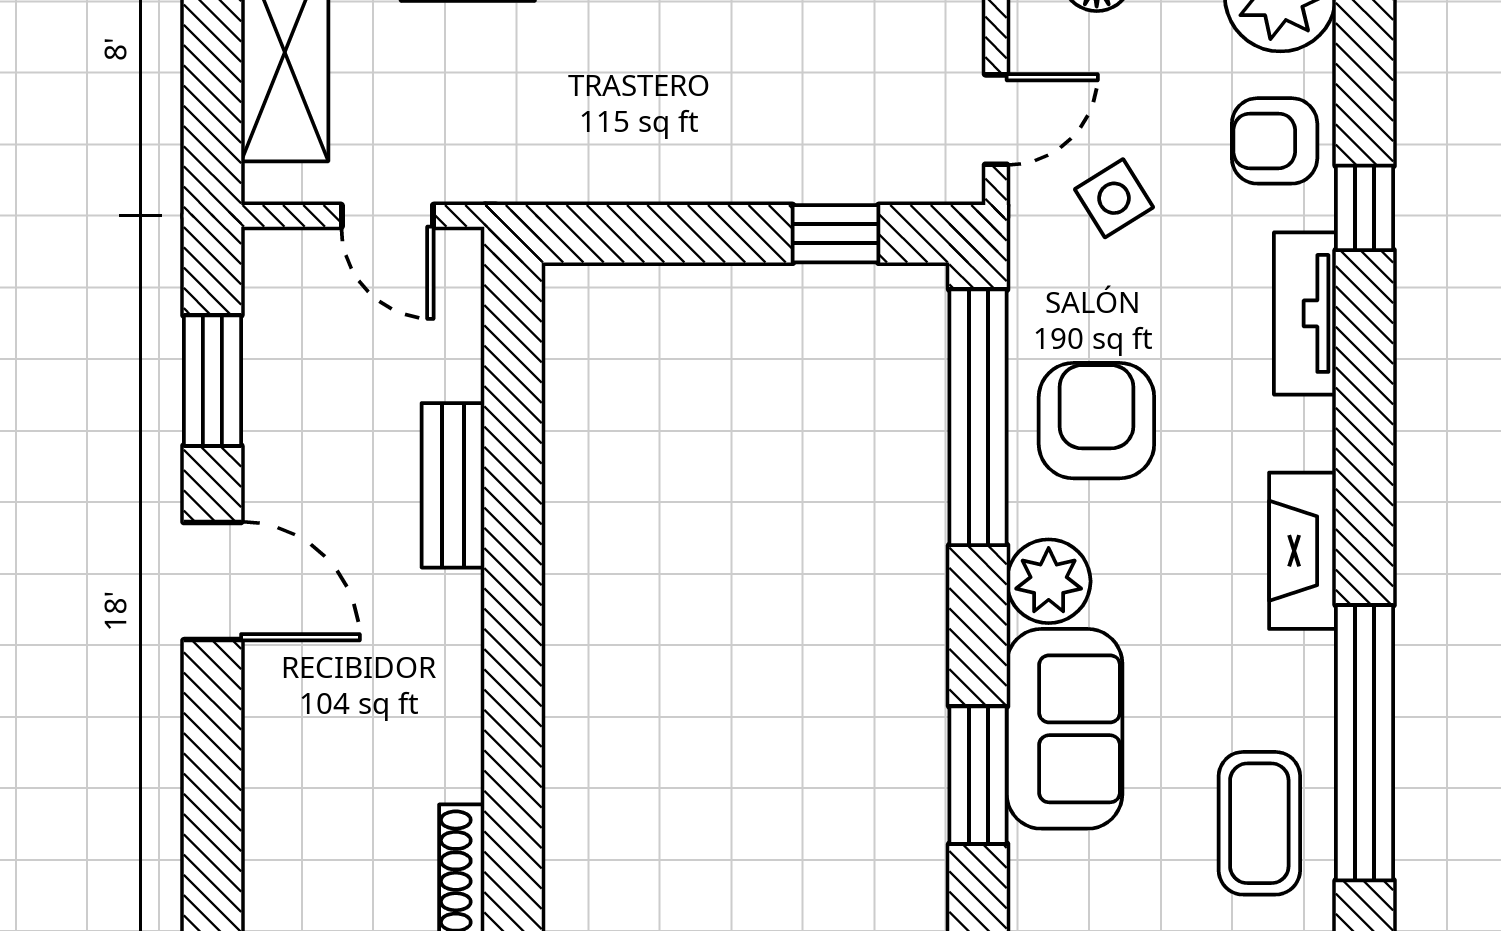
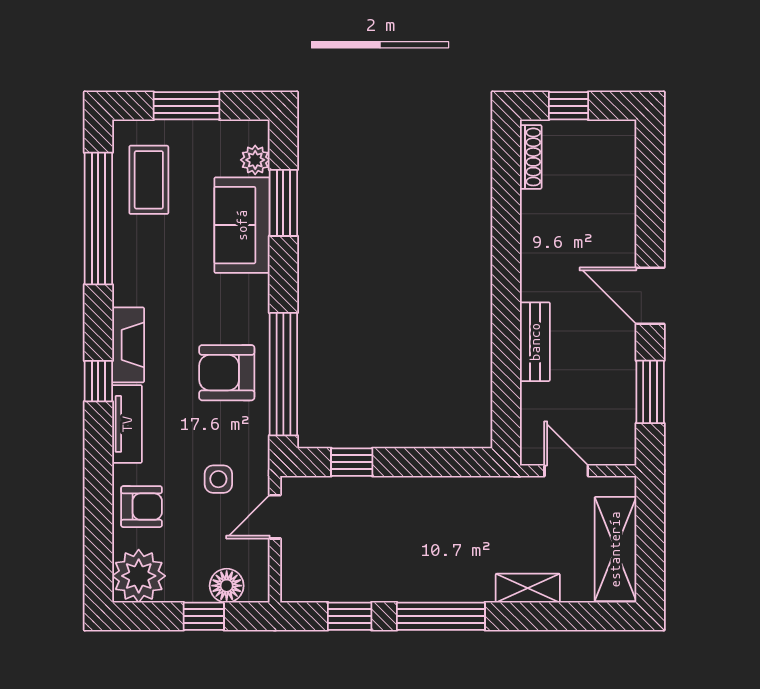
side table: (1114, 198) -> (218, 479), turned 32
window: (1365, 208) -> (98, 381), moved
armchair: (1096, 421) -> (227, 373), turned 90
fireplace: (1302, 551) -> (128, 345), moved
plant: (1049, 581) -> (255, 160), moved, width x0.73, depth x0.73

